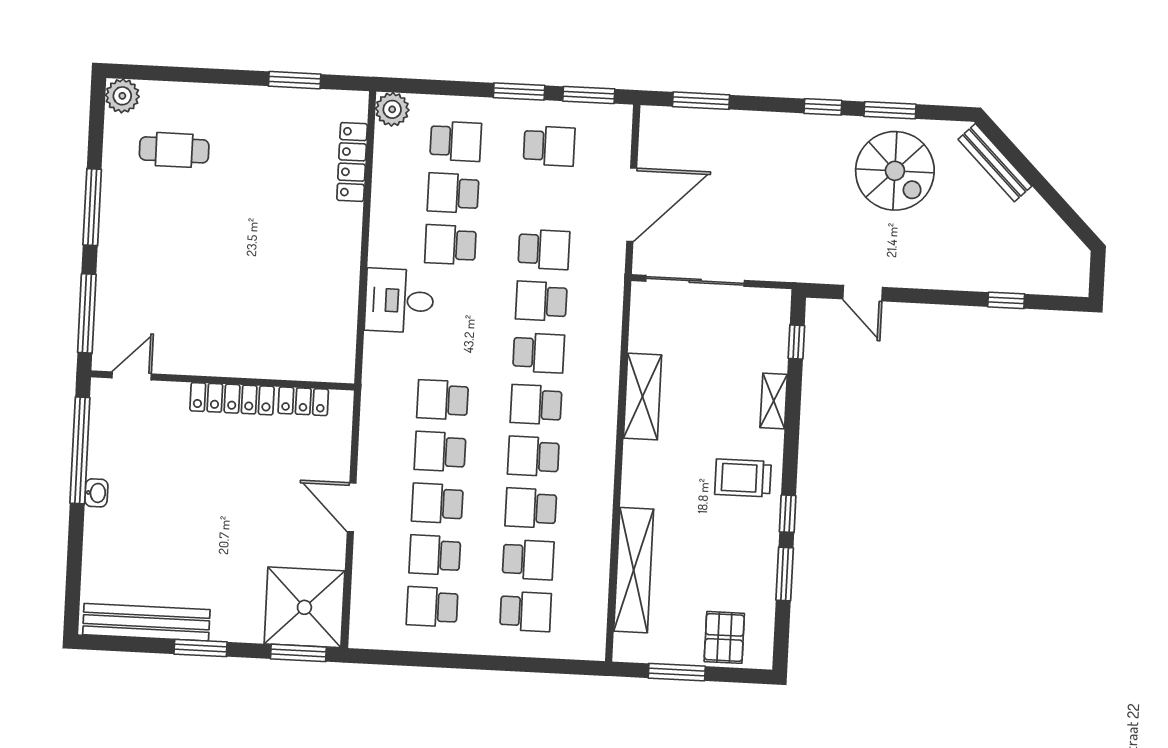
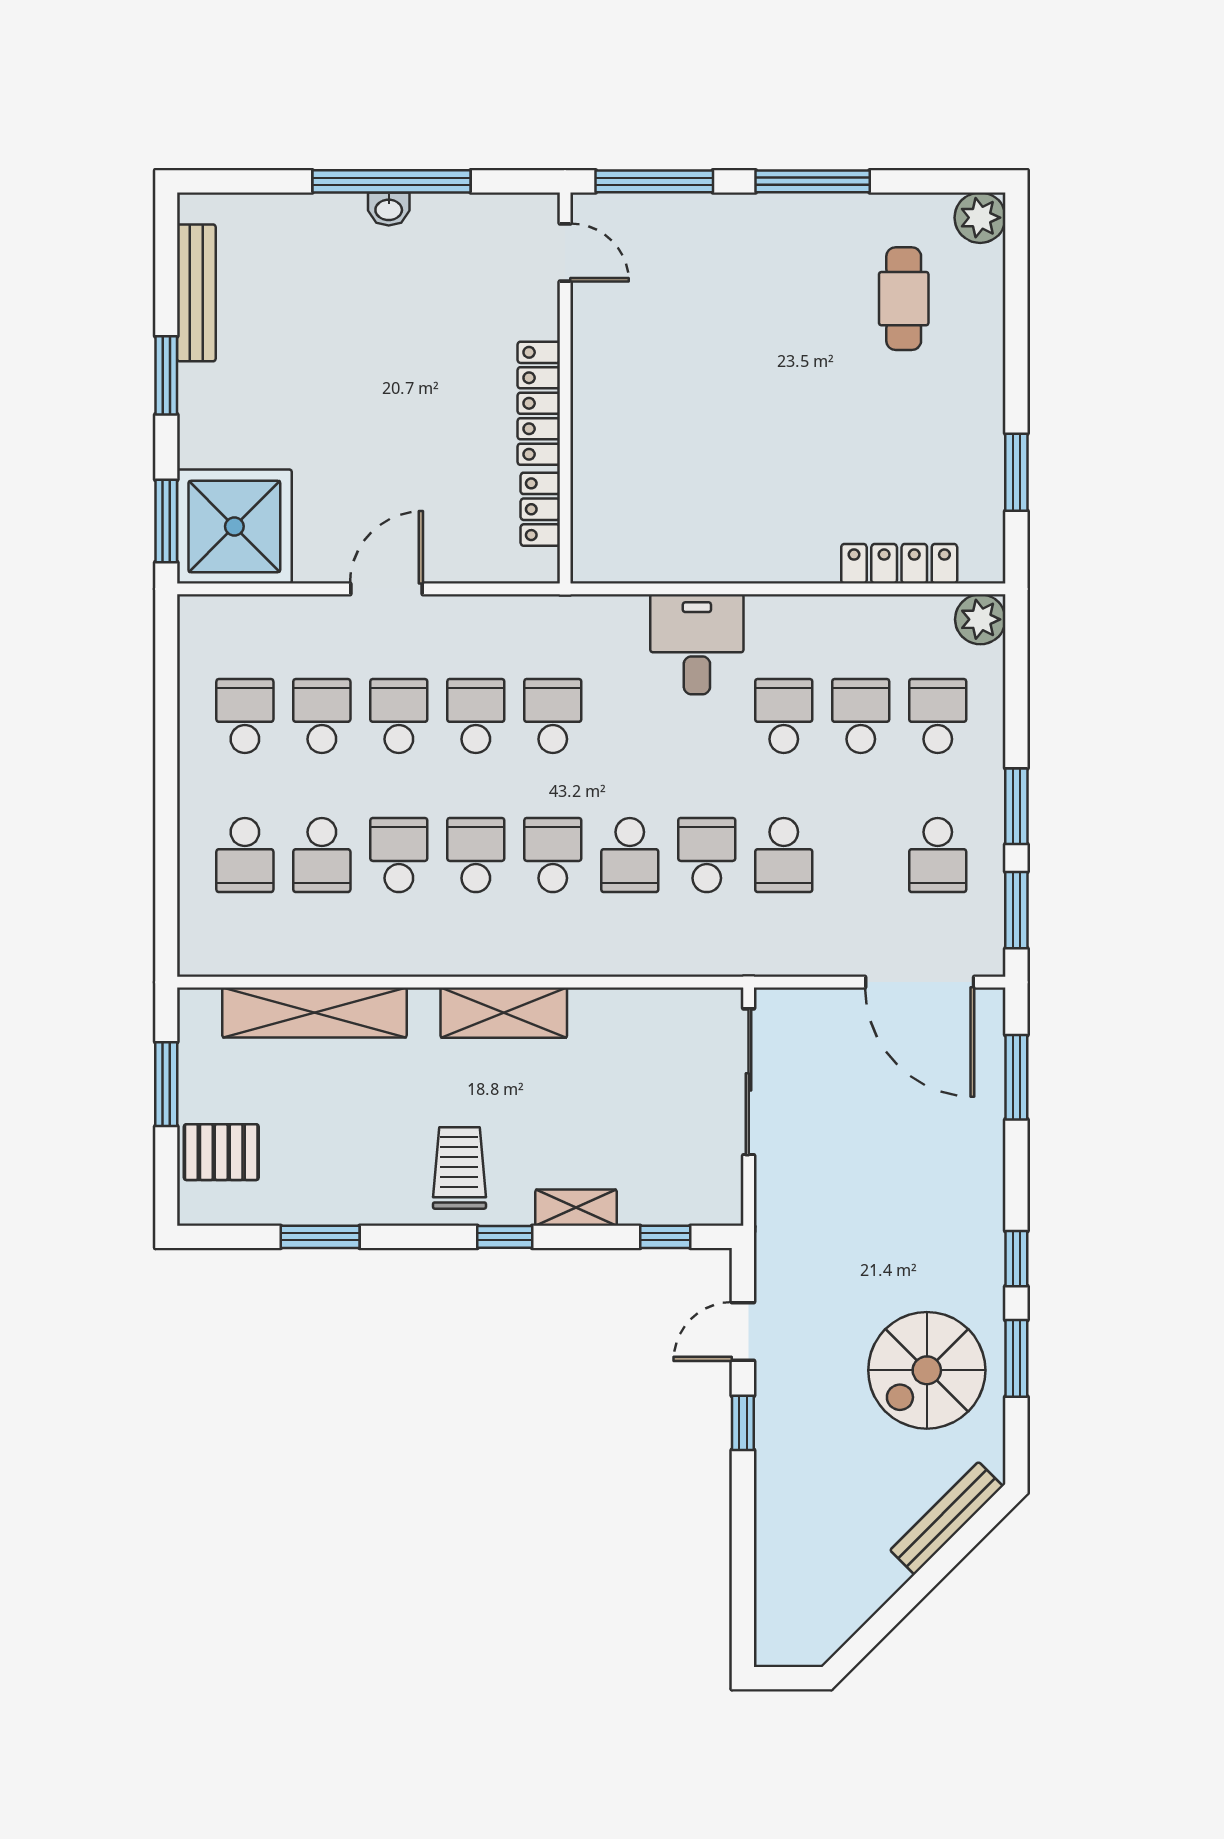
school desk: (456, 141) -> (938, 716), turned 180
door: (632, 205) -> (920, 982), moved
window: (1006, 300) -> (743, 1423), moved
shelving: (643, 397) -> (504, 1013), moved
window: (80, 450) -> (392, 181), moved
window: (788, 514) -> (505, 1237), moved
bench: (146, 622) -> (196, 293), width x0.73, depth x0.82

